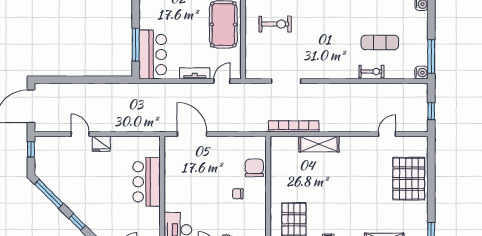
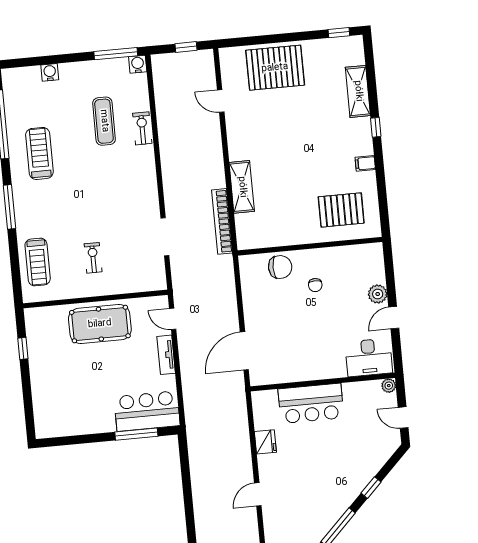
exercise bike: (275, 24) -> (93, 258), width x0.73, depth x0.72
fridge: (101, 144) -> (265, 442), moved
chair: (254, 168) -> (280, 267), turned 180

